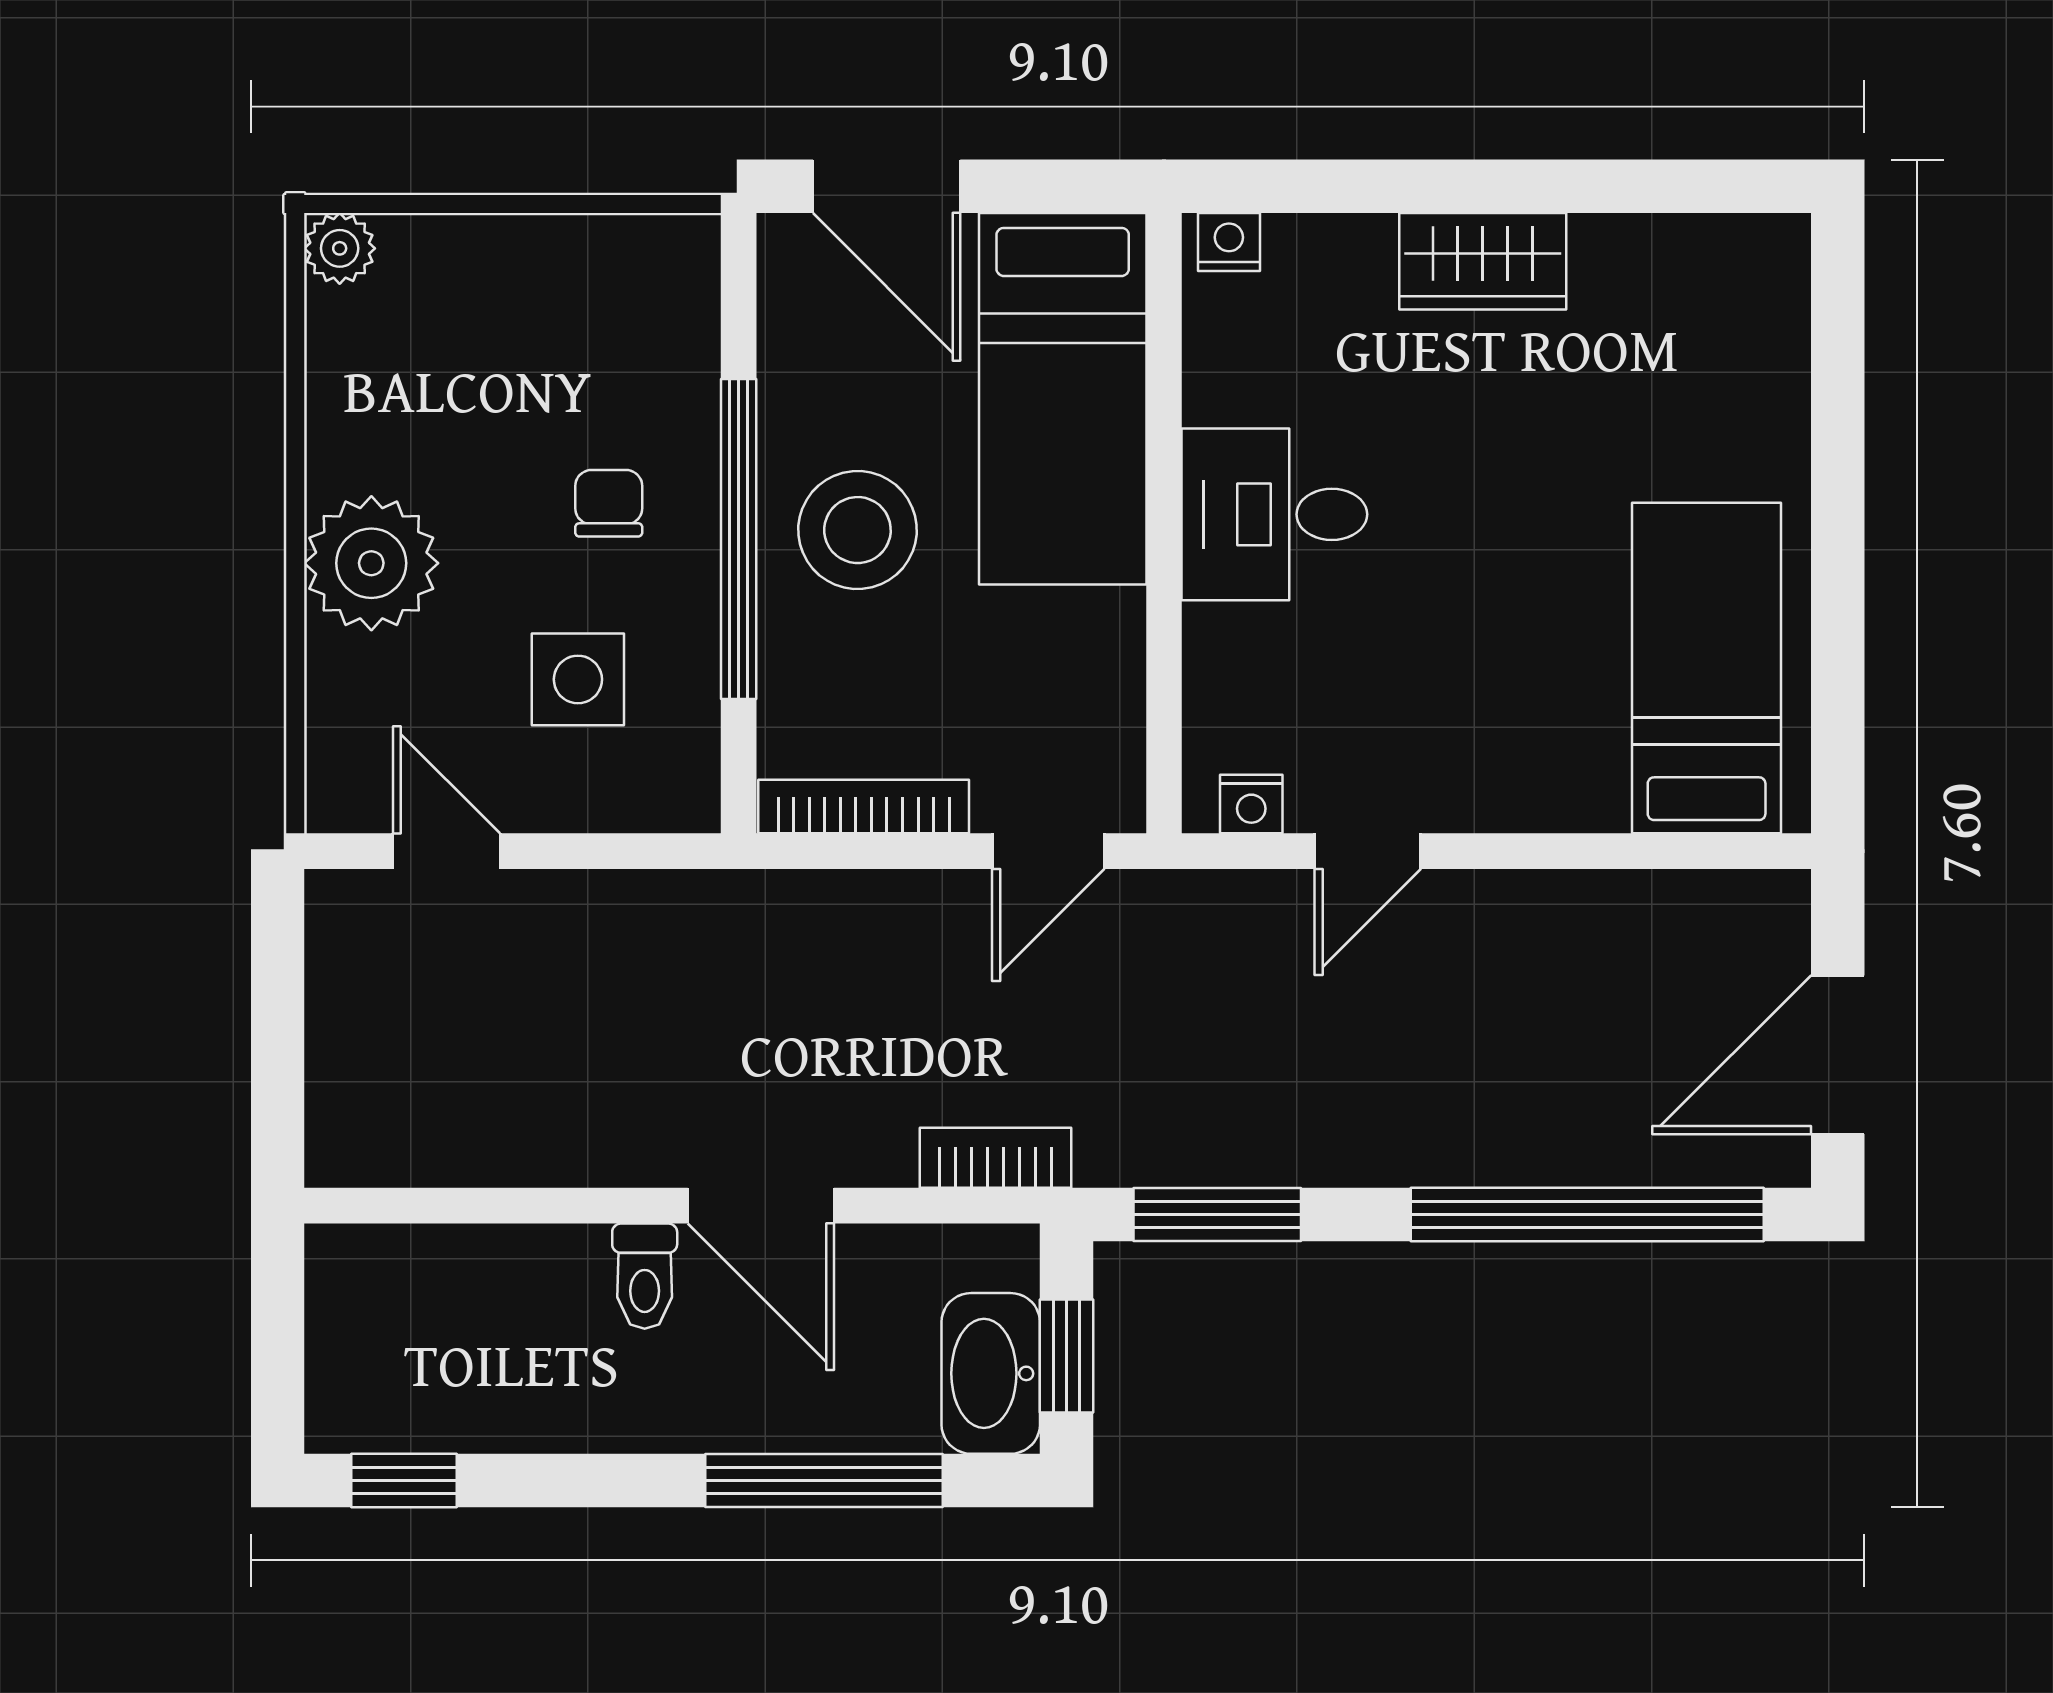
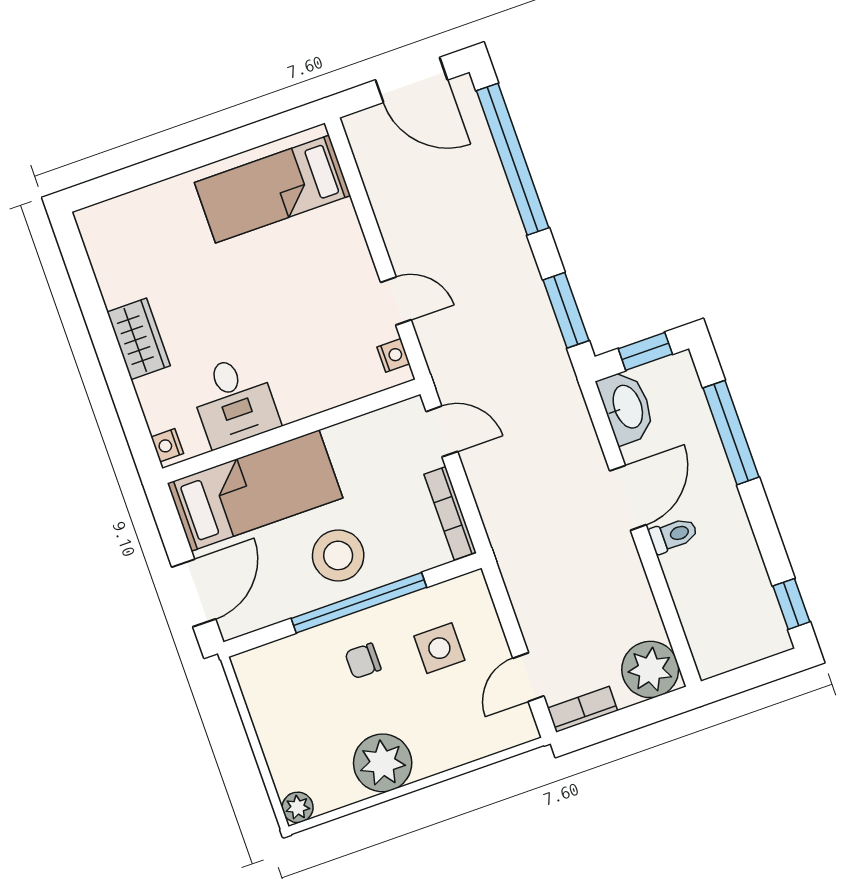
desk: (1274, 514) -> (234, 401), moved
plant: (371, 563) -> (383, 763), moved
plant: (370, 1123) -> (650, 669), added
bookcase: (995, 1158) -> (583, 709), moved, turned 90
washbasin: (991, 1373) -> (627, 407), moved, turned -90

